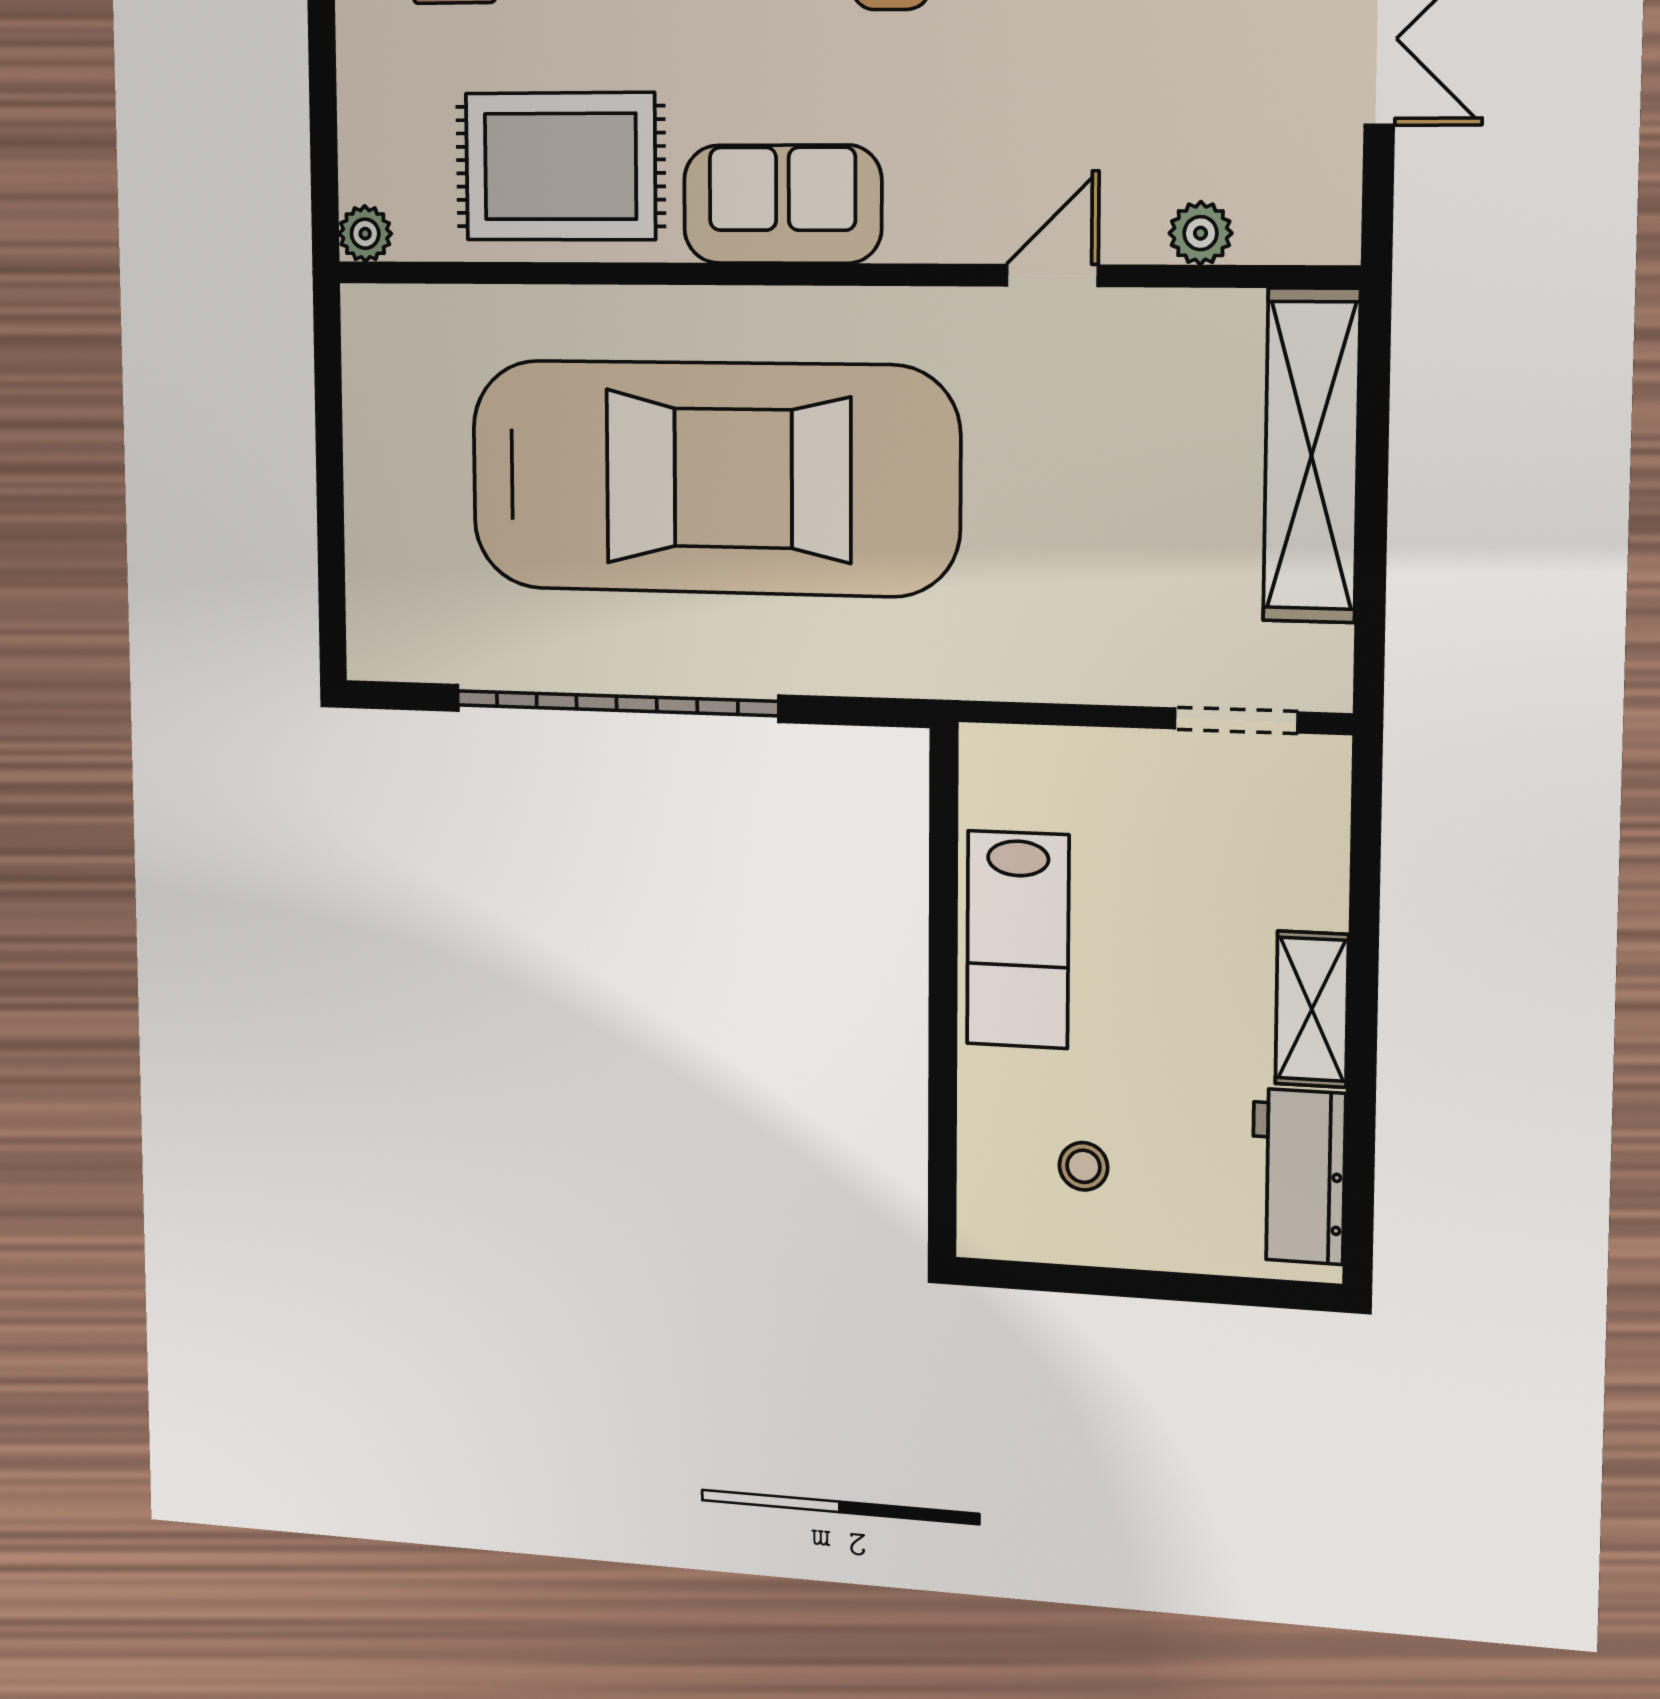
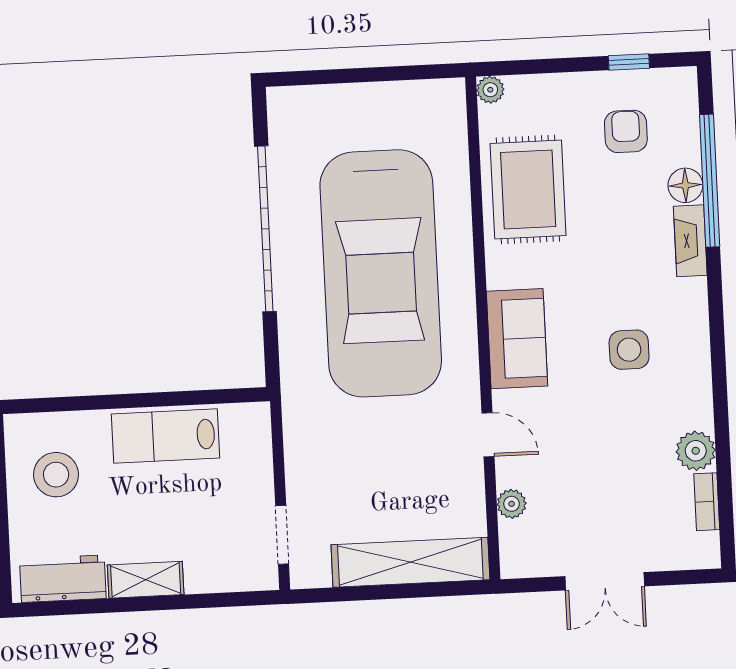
sofa: (782, 204) -> (517, 339), moved
stool: (1083, 1166) -> (56, 475), width x1.89, depth x1.89

